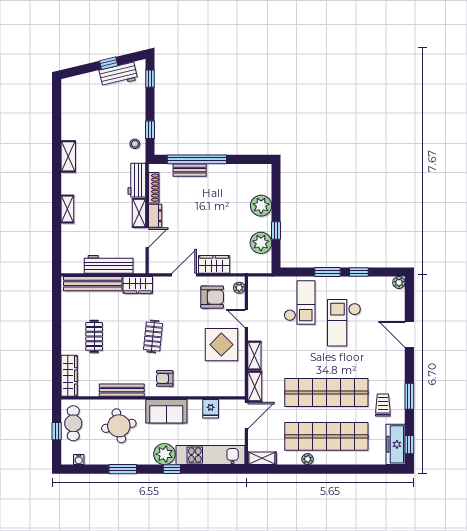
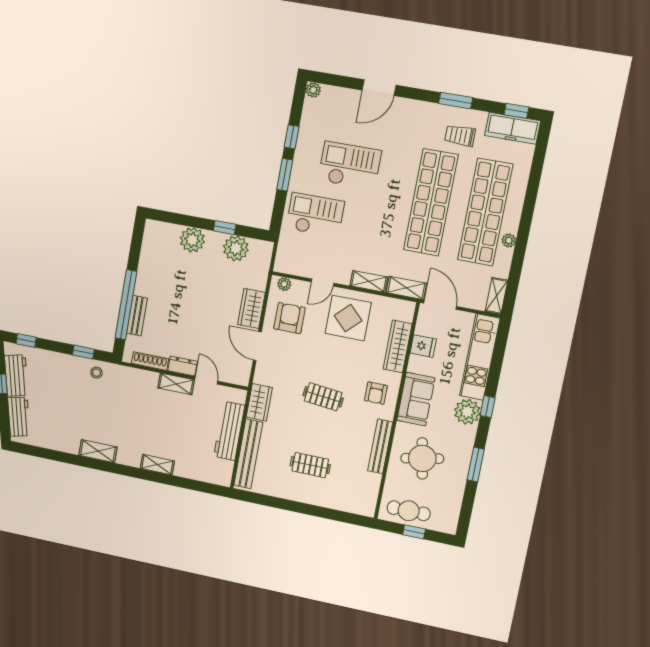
workbench: (137, 180) -> (19, 417), moved, turned -103
checkout: (344, 323) -> (350, 166), turned 180
wardrobe: (69, 376) -> (398, 346), moved, turned -90
water cooler: (79, 460) -> (453, 514), removed

